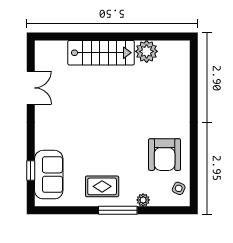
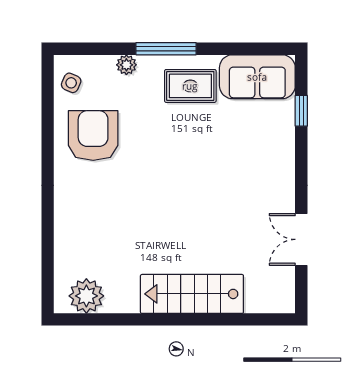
plant: (147, 51) -> (86, 296), moved
sofa: (49, 175) -> (257, 77), moved, turned -90

